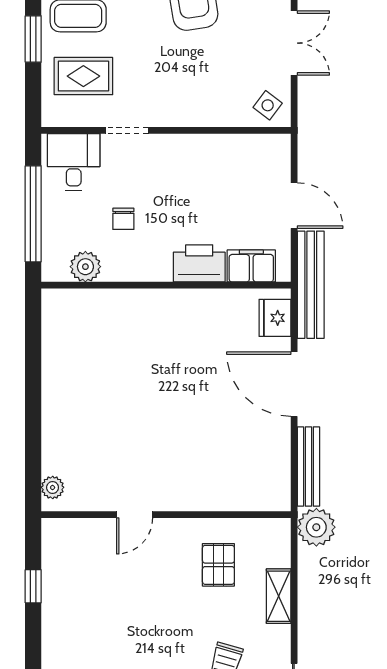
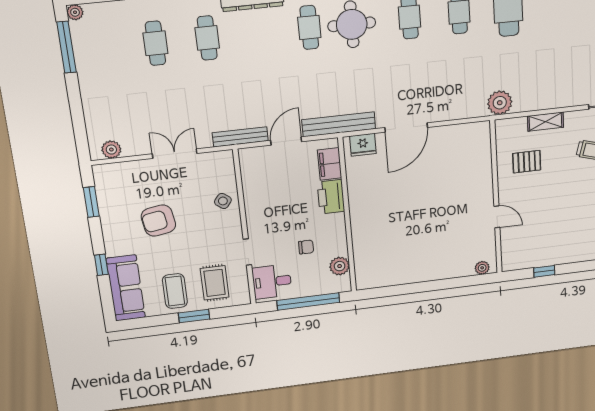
side table: (268, 105) -> (223, 201), moved
bench: (308, 466) -> (240, 137), moved

